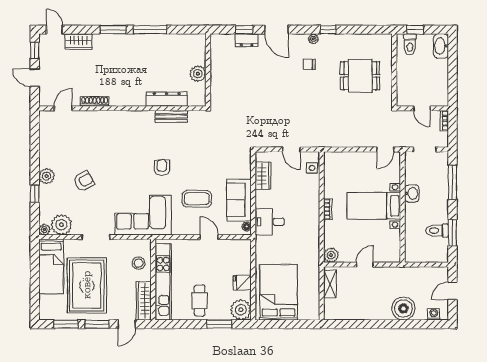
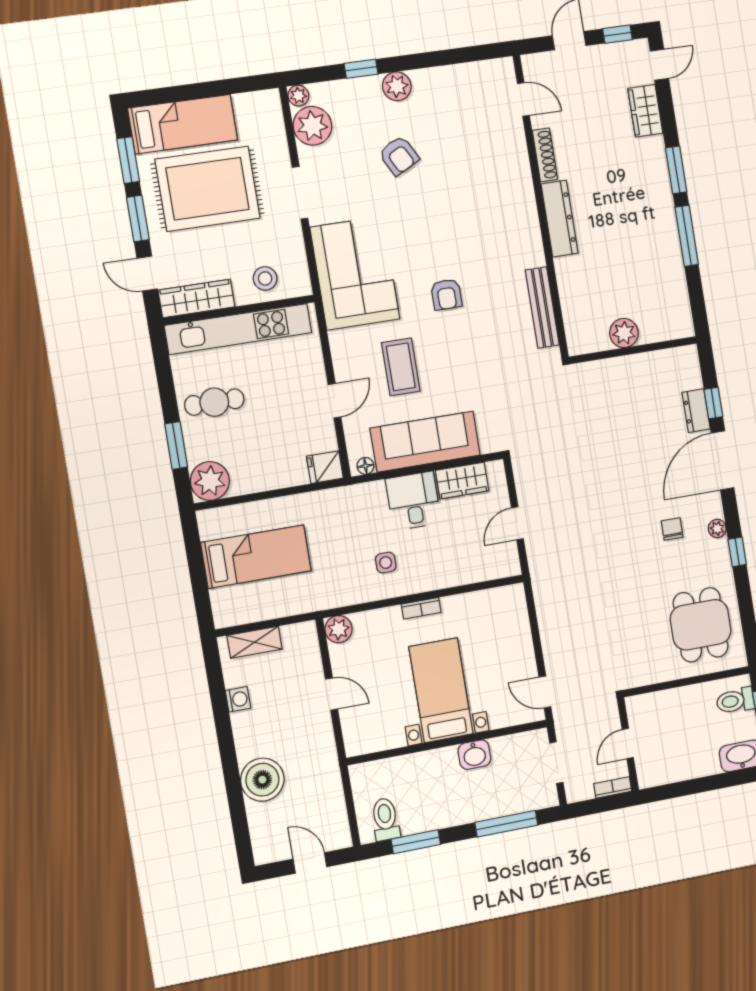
door: (276, 30) -> (723, 460), width x1.36
dining table: (360, 76) -> (701, 625), moved
dresser: (167, 99) -> (559, 219), moved
bench: (171, 117) -> (542, 308), width x1.36
armchair: (162, 168) -> (446, 294), turned 90
side table: (312, 168) -> (386, 563), moved
sofa: (239, 200) -> (425, 442), width x1.36
desk: (270, 222) -> (413, 501), moved
toilet: (437, 231) -> (385, 819), moved
bed: (51, 267) -> (183, 124), moved, turned 180
fridge: (242, 283) -> (325, 467), moved, turned -90
shelving: (330, 284) -> (255, 642), moved
bed: (279, 292) -> (256, 557), width x0.67
washing machine: (434, 314) -> (238, 699), moved

